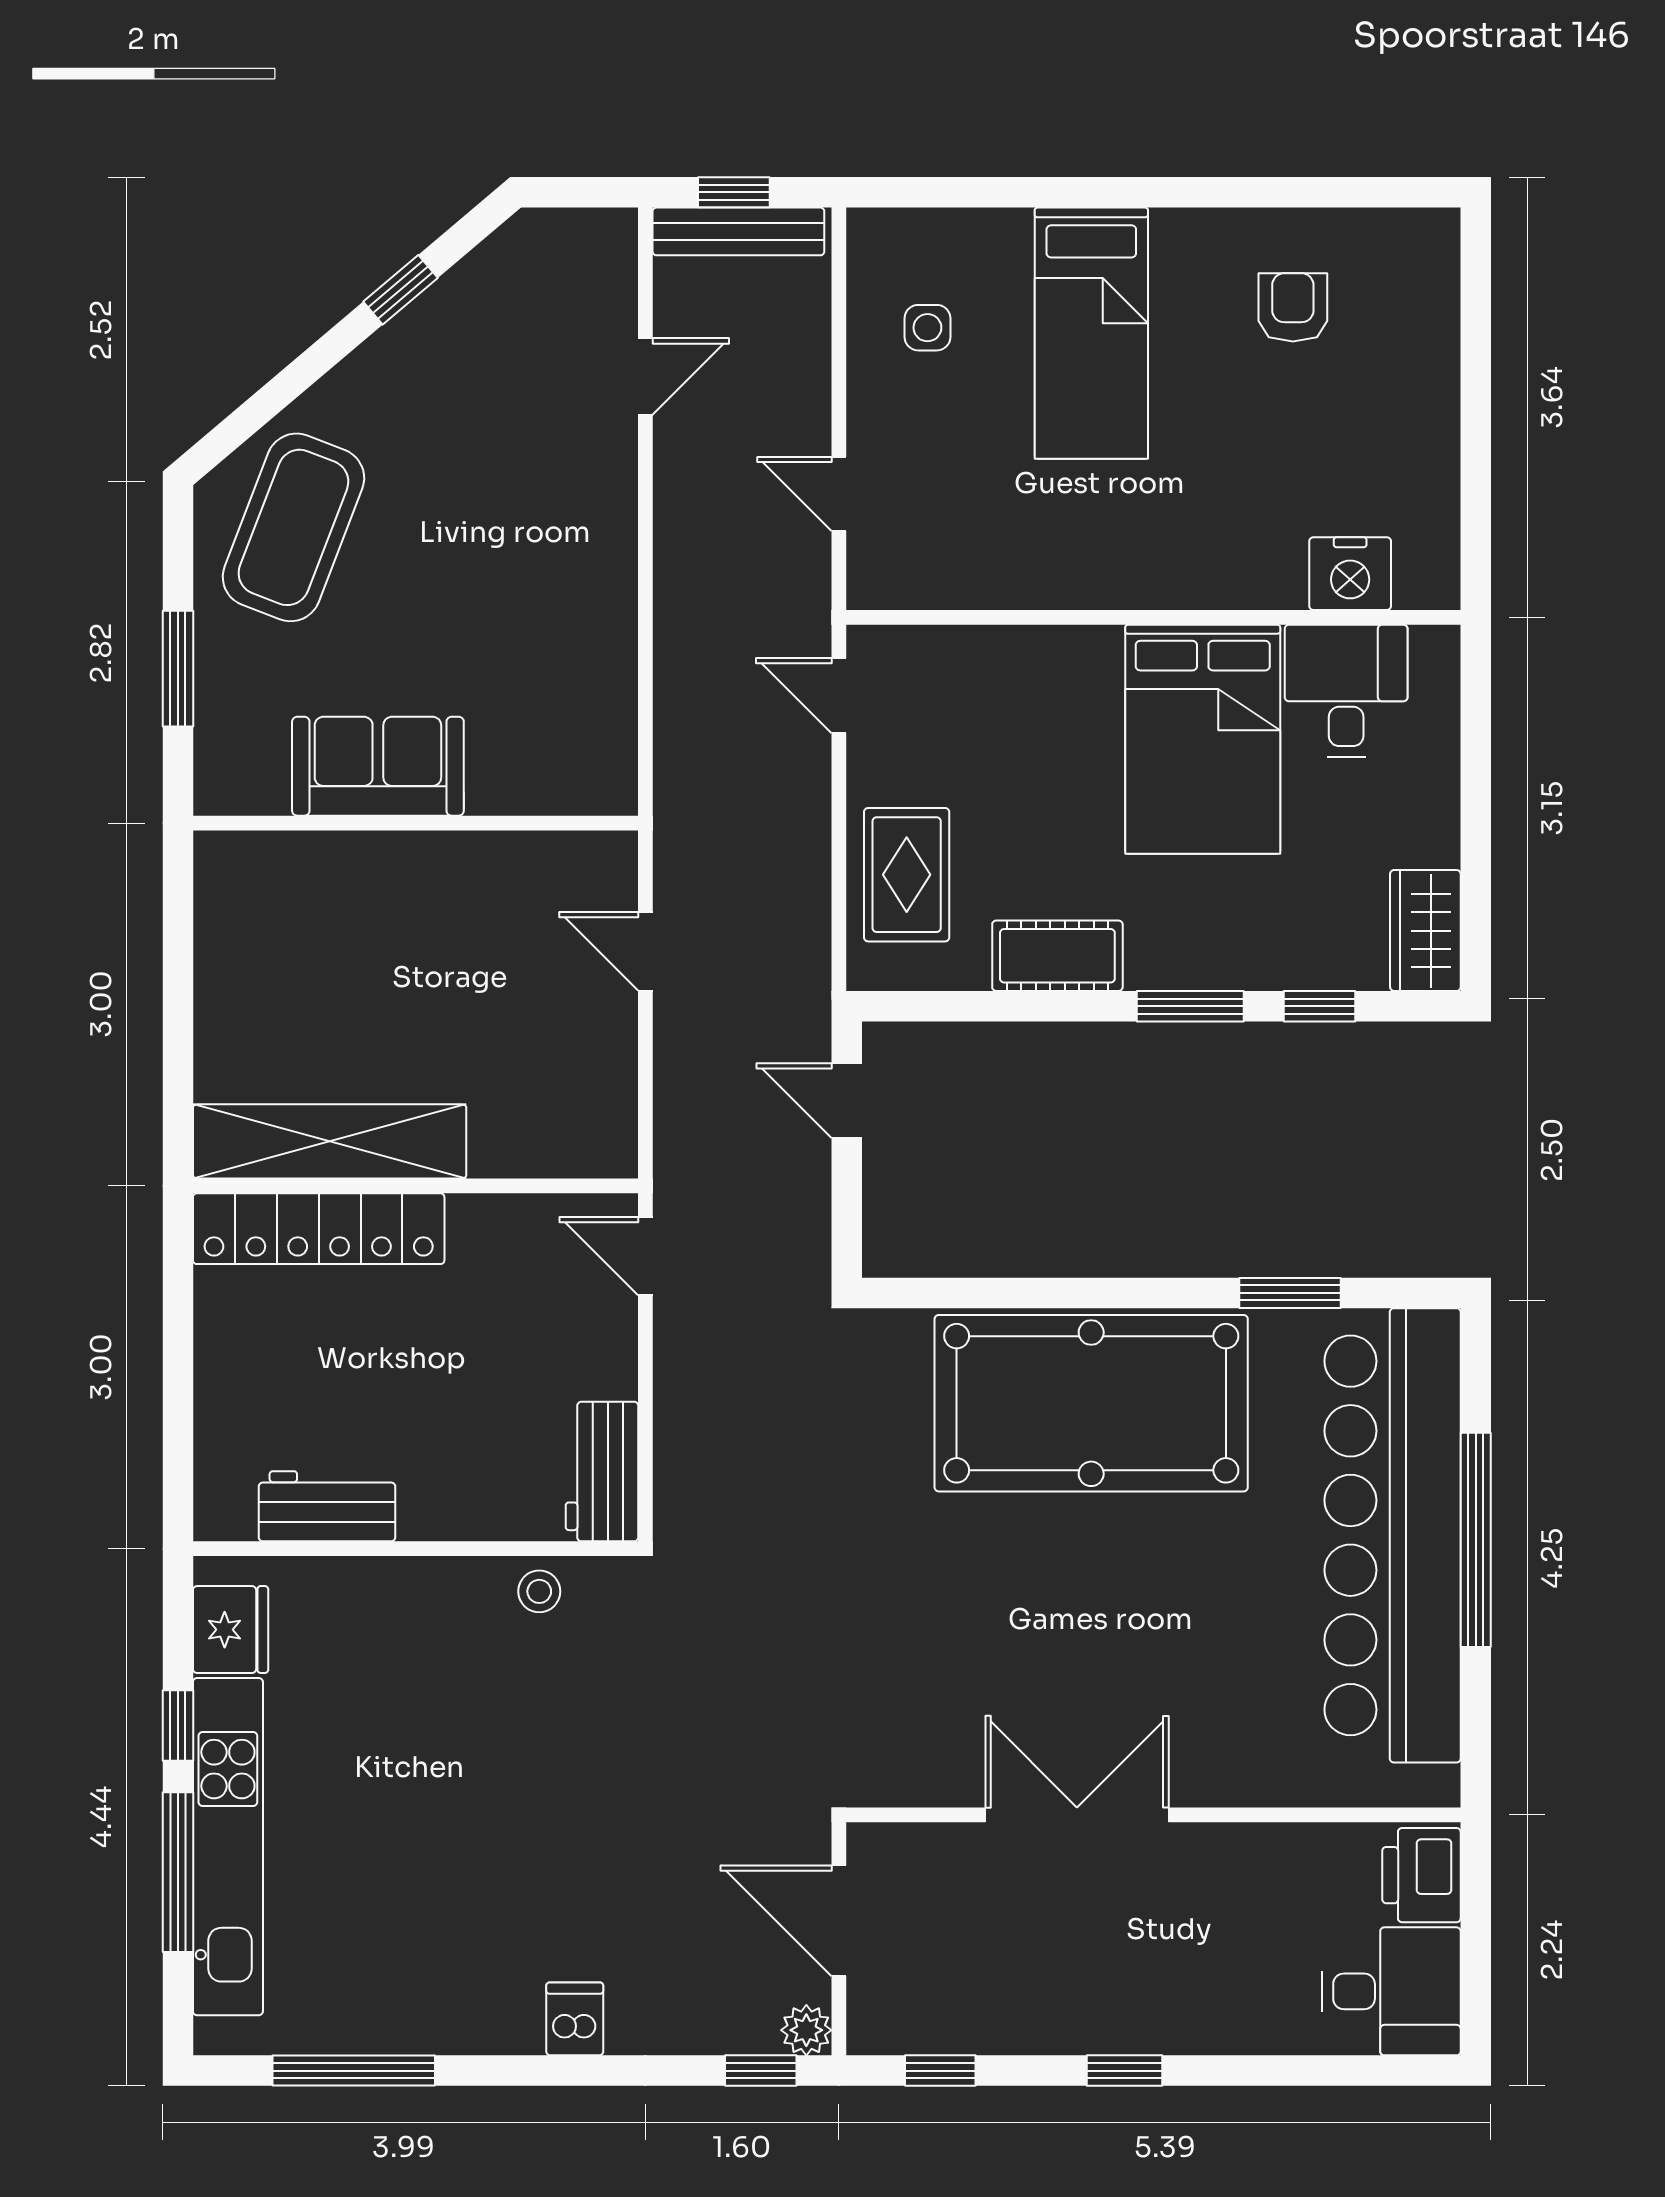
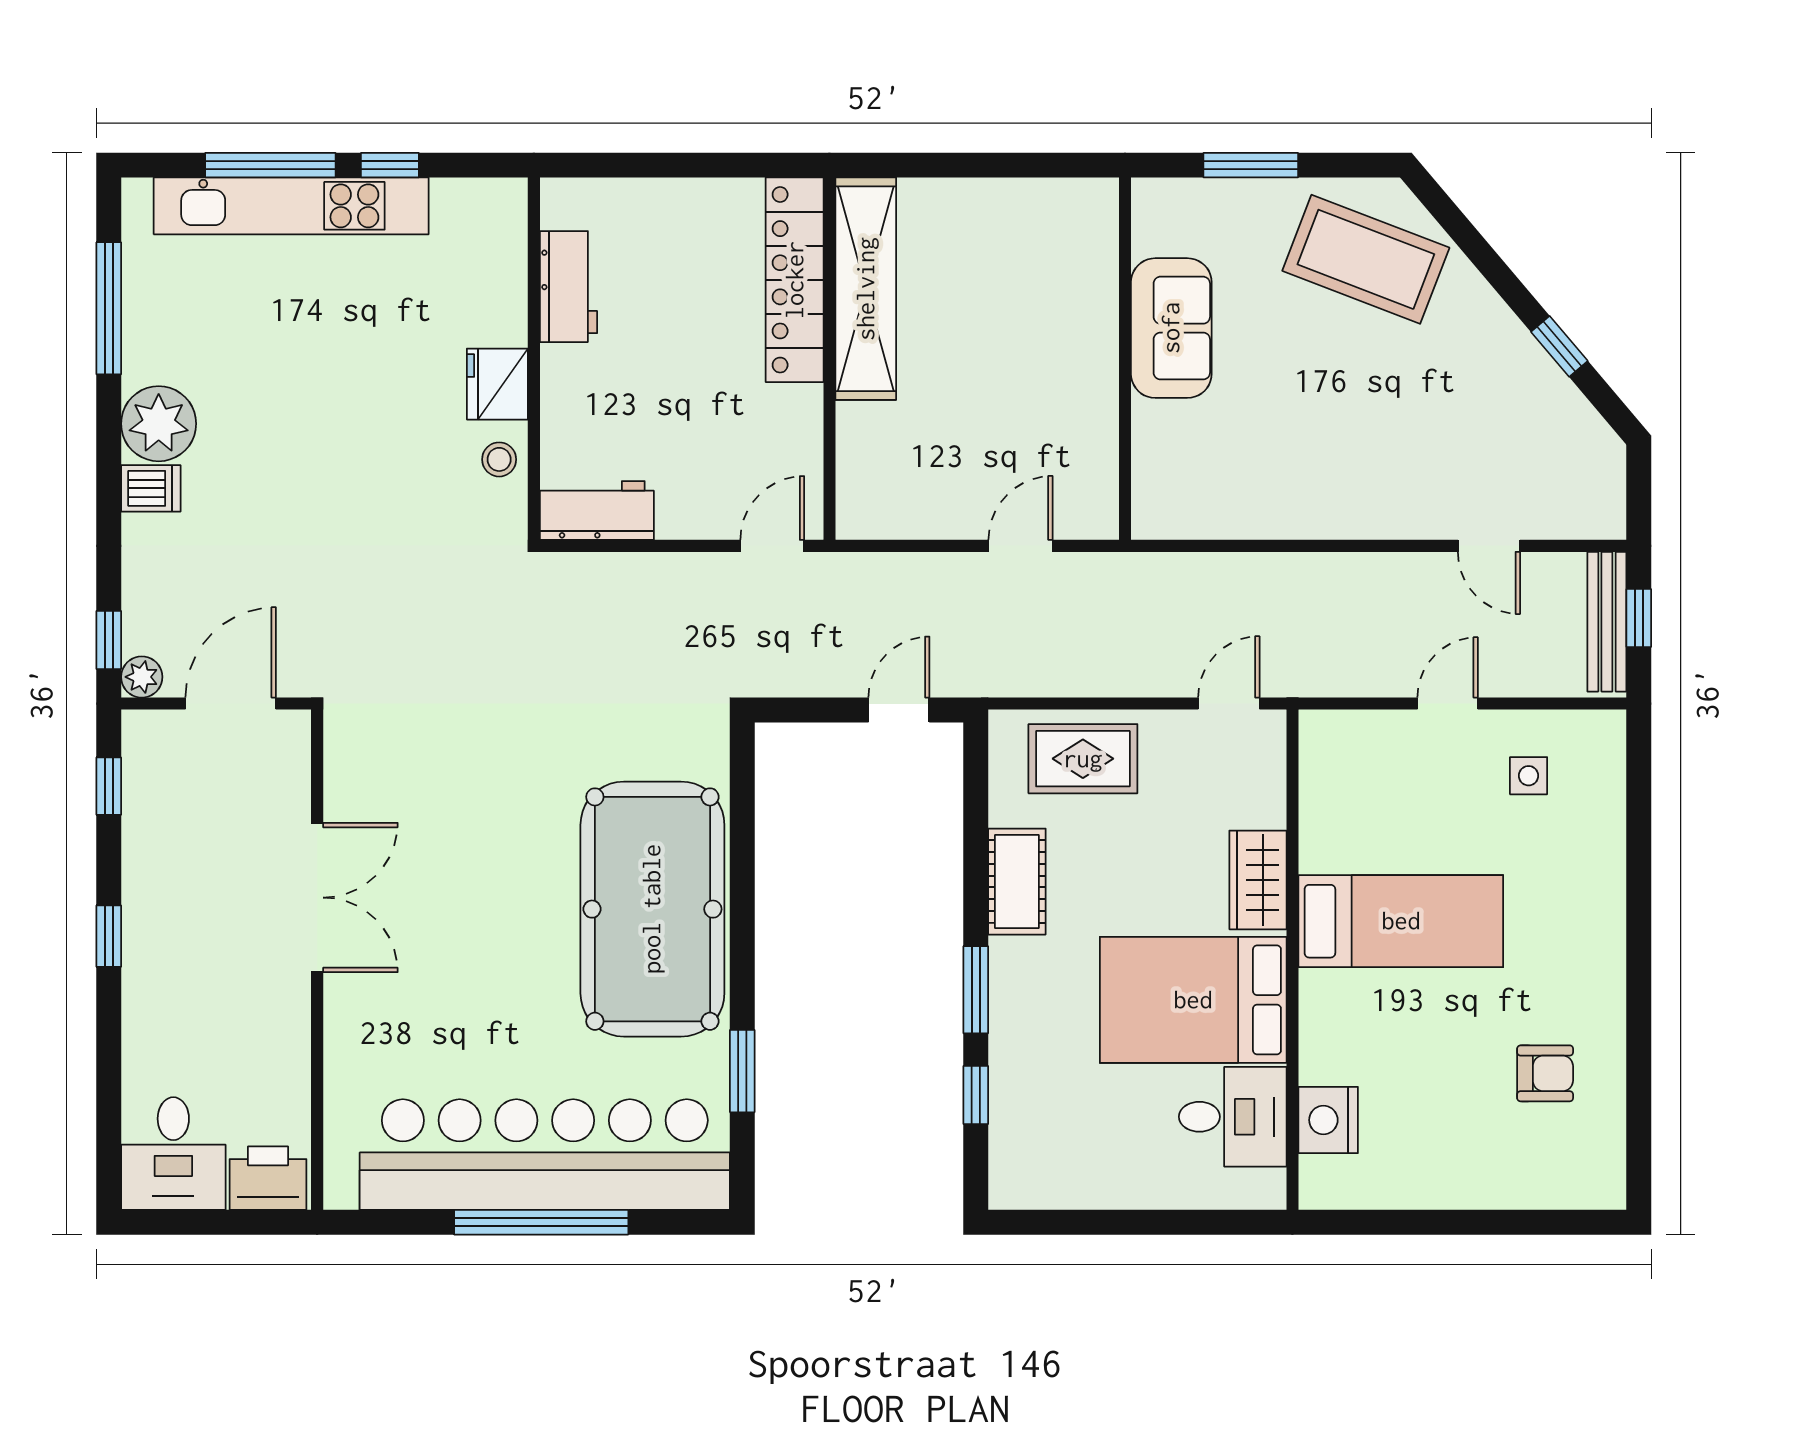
bed: (1091, 333) -> (1401, 921), moved, turned 180
door: (839, 494) -> (1448, 704), moved
wardrobe: (1425, 931) -> (1258, 880), moved, turned -90
fridge: (231, 1630) -> (497, 384), moved, turned 90
plant: (495, 2009) -> (159, 424), added

